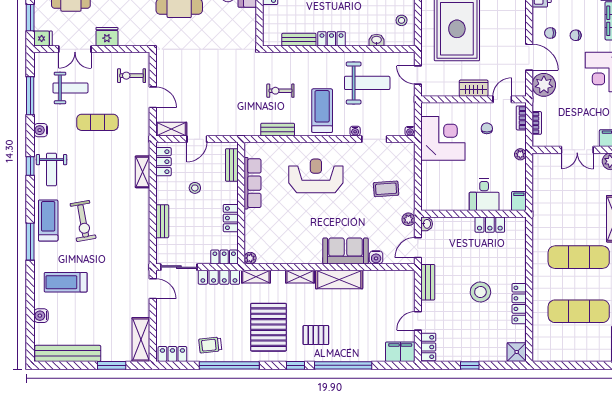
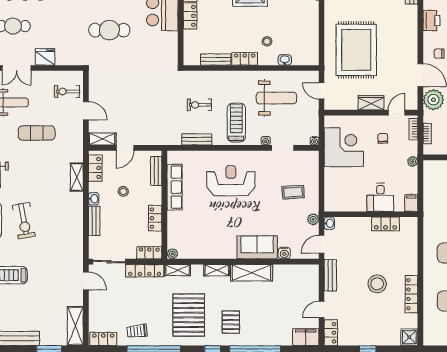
stool: (402, 20) -> (267, 41), moved
washbasin: (162, 196) -> (94, 199), added
pallet: (316, 335) -> (231, 322), turned 90

